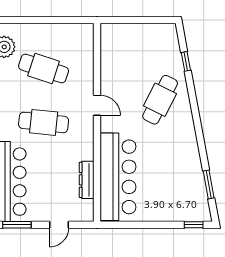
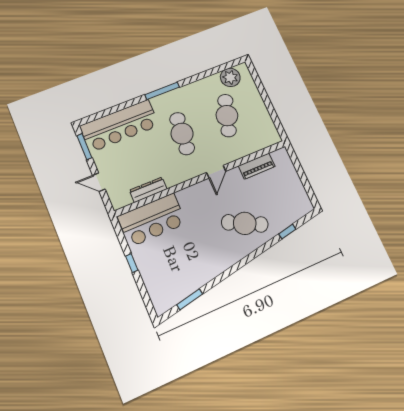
piano: (108, 62) -> (257, 166), added
bar counter: (118, 177) -> (152, 220), width x0.73
window: (194, 225) -> (132, 263), moved

